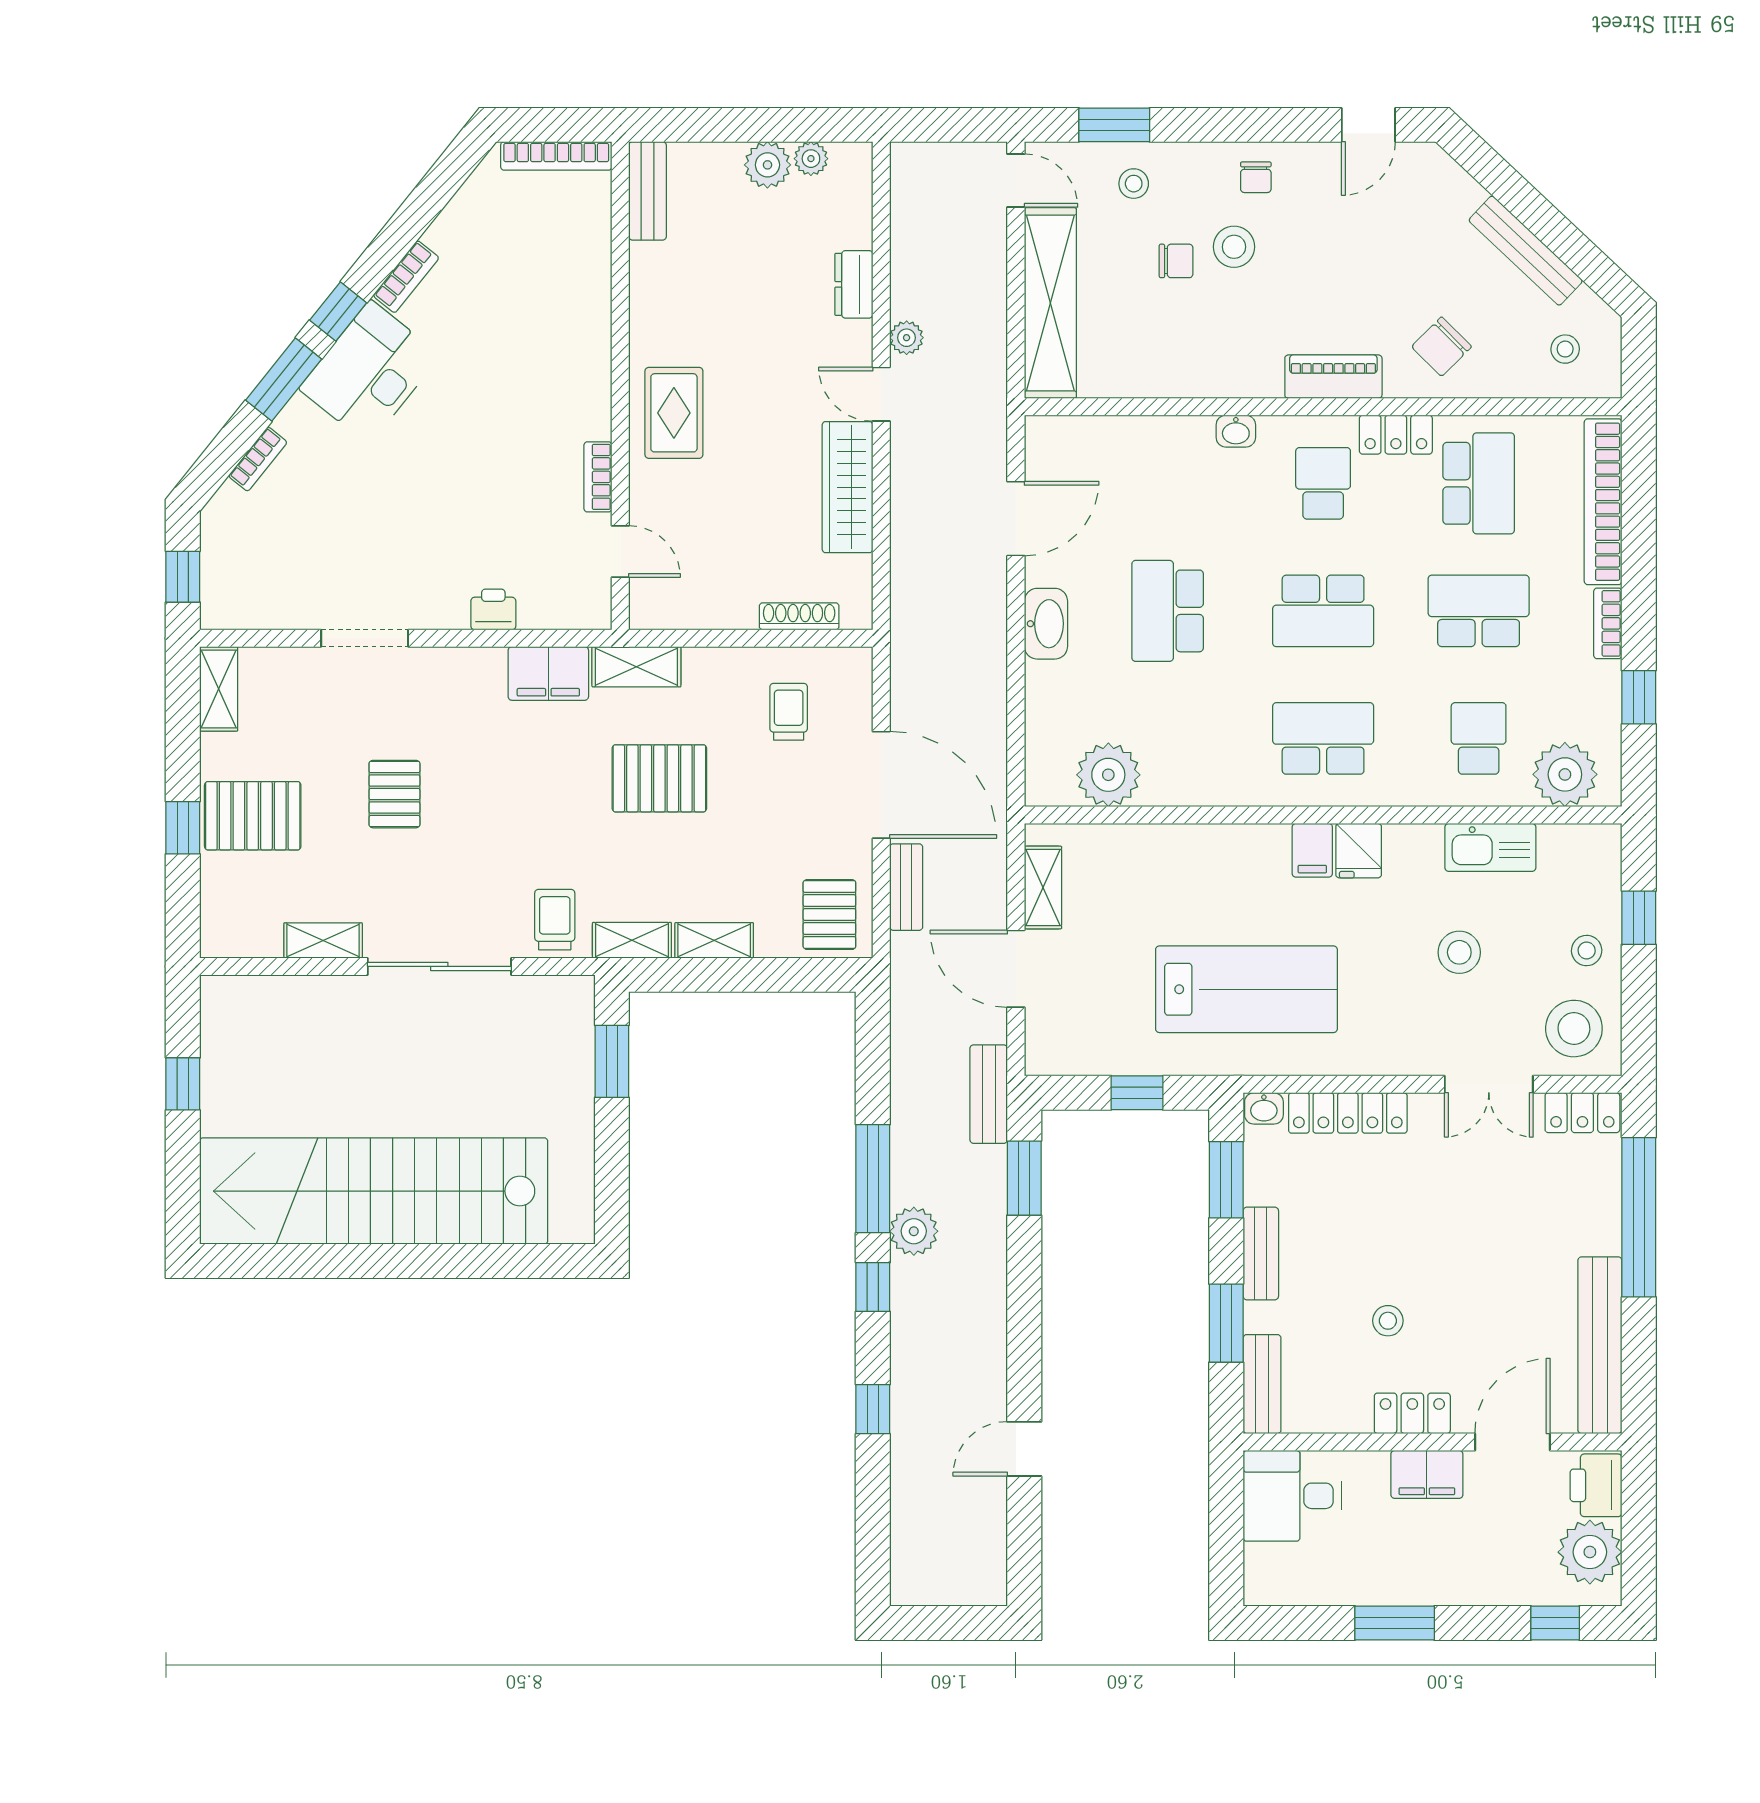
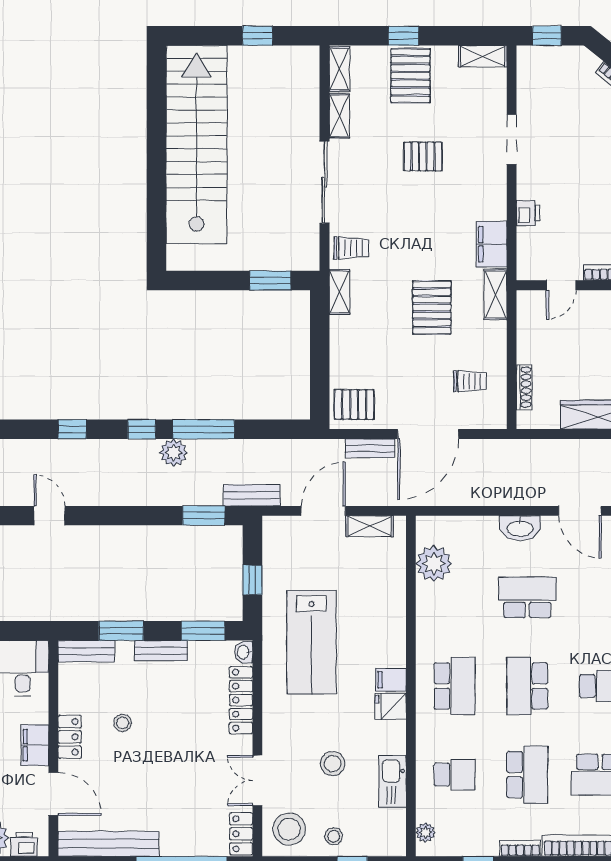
plant: (1565, 774) -> (425, 832), width x0.53, depth x0.53
shelving: (714, 940) -> (339, 69), moved
printer: (1596, 1485) -> (24, 844), width x0.73, depth x0.81

